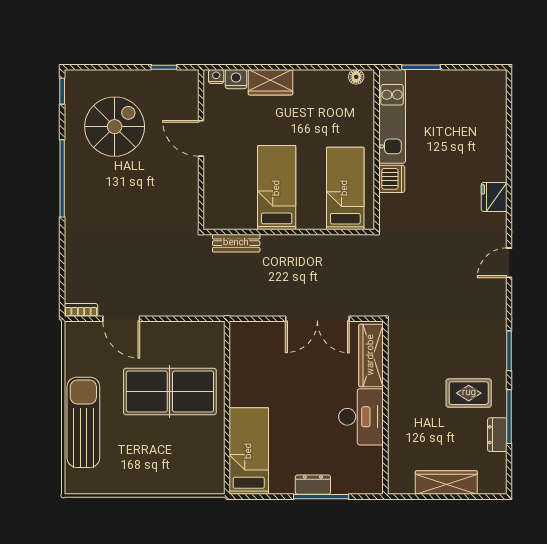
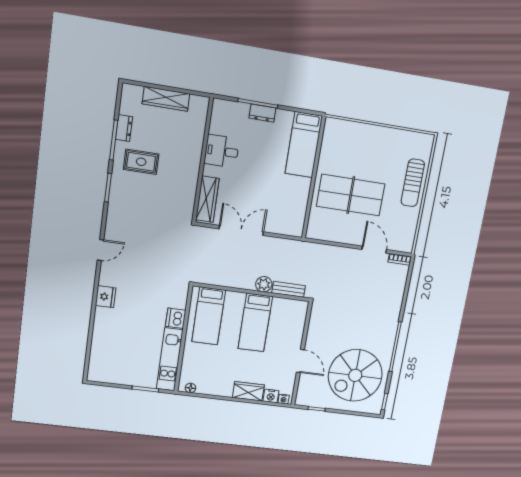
spiral stairs: (115, 127) -> (355, 375), width x1.37, depth x1.37
plant: (273, 246) -> (264, 284), added
desk: (361, 417) -> (222, 151), width x0.73
sun lounger: (83, 422) -> (413, 183), width x0.73, depth x0.75

